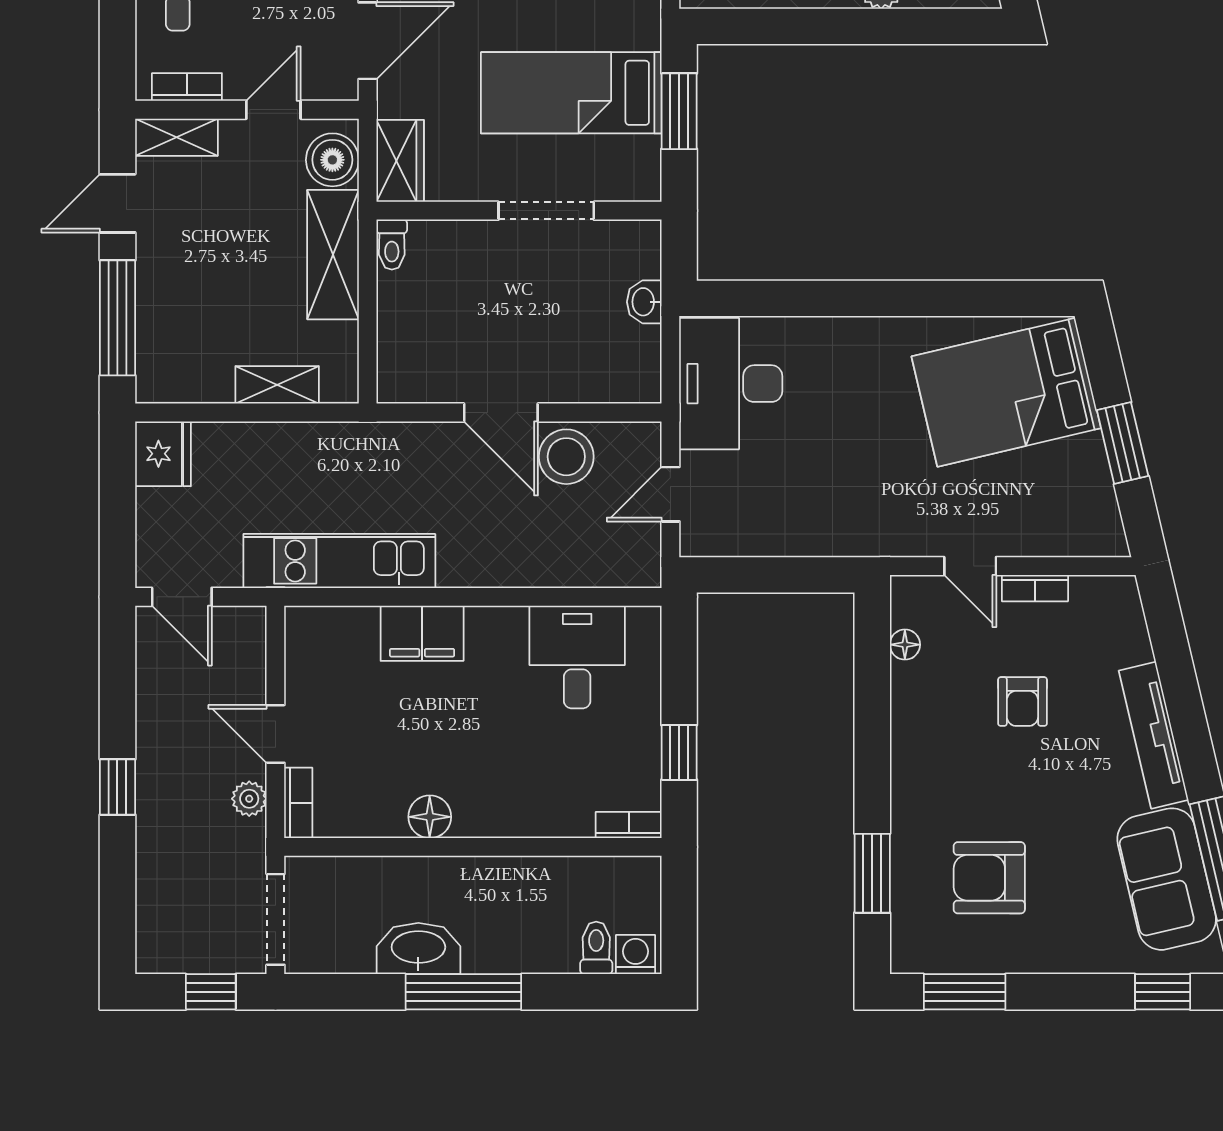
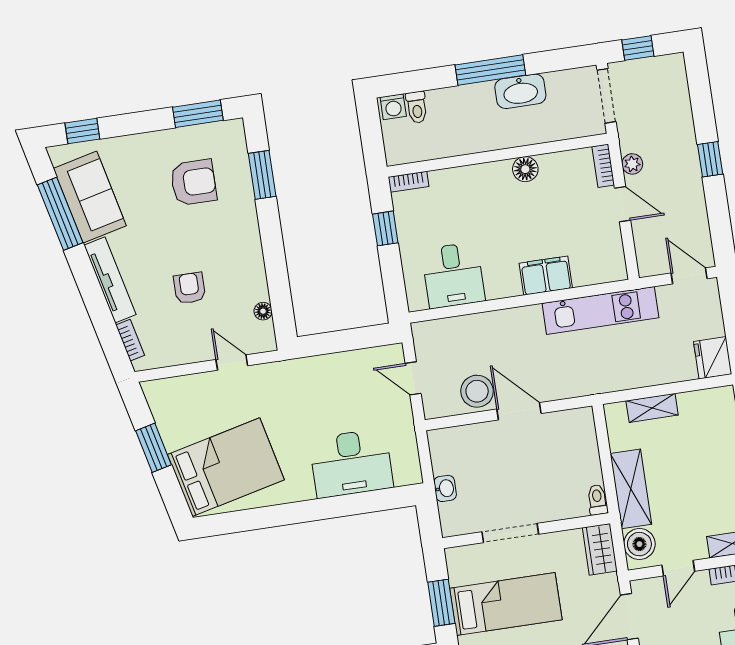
desk: (731, 384) -> (351, 463), moved, turned 90
door: (670, 494) -> (413, 378), swing flipped
bookcase: (1035, 588) -> (130, 340), moved, turned 77

